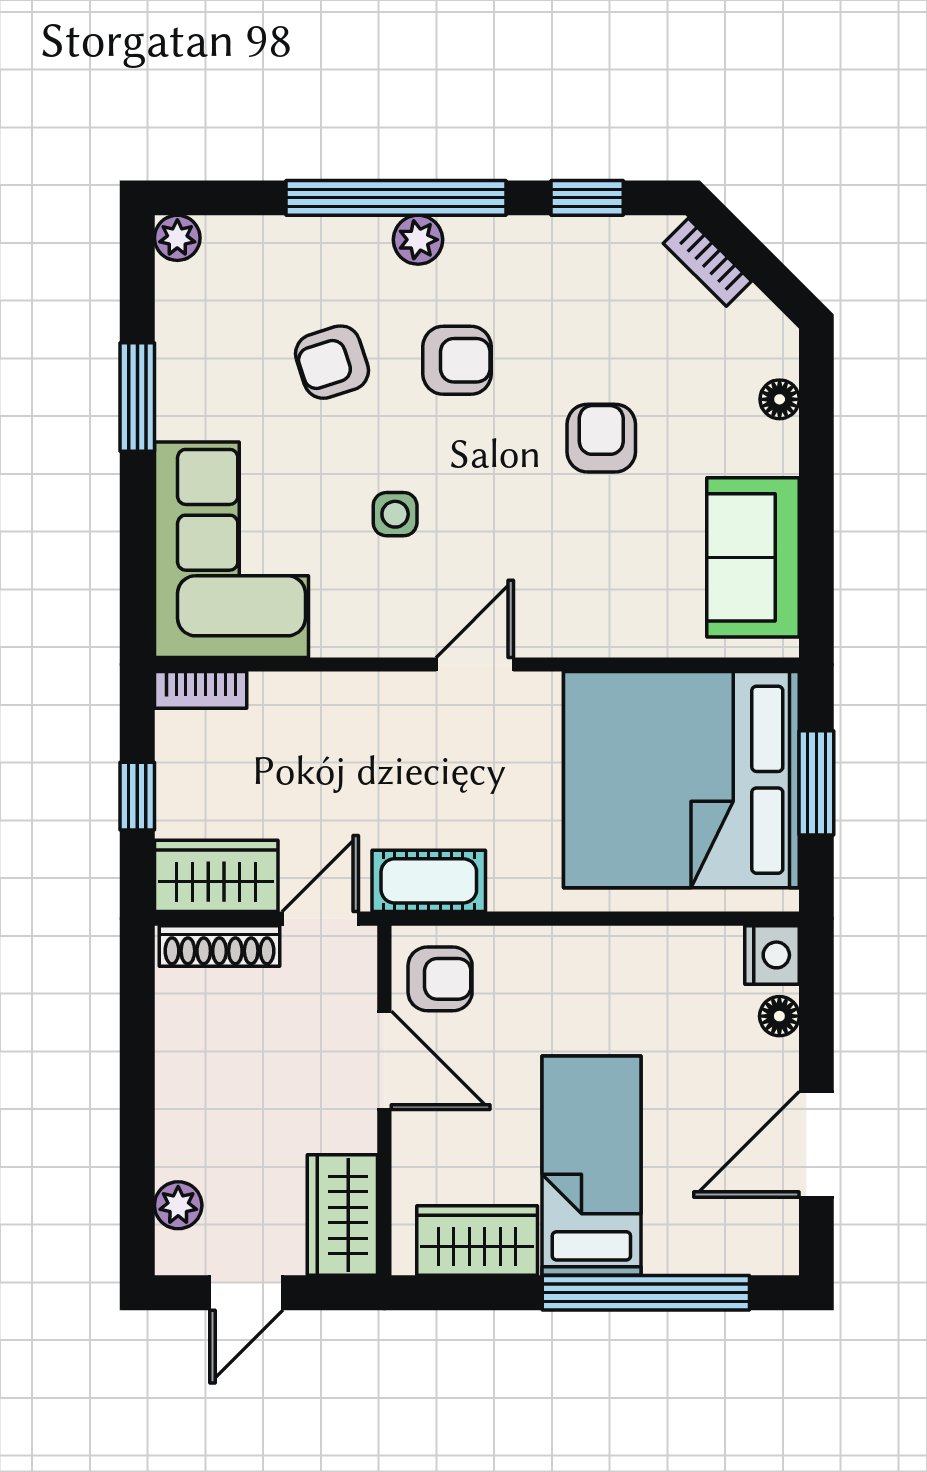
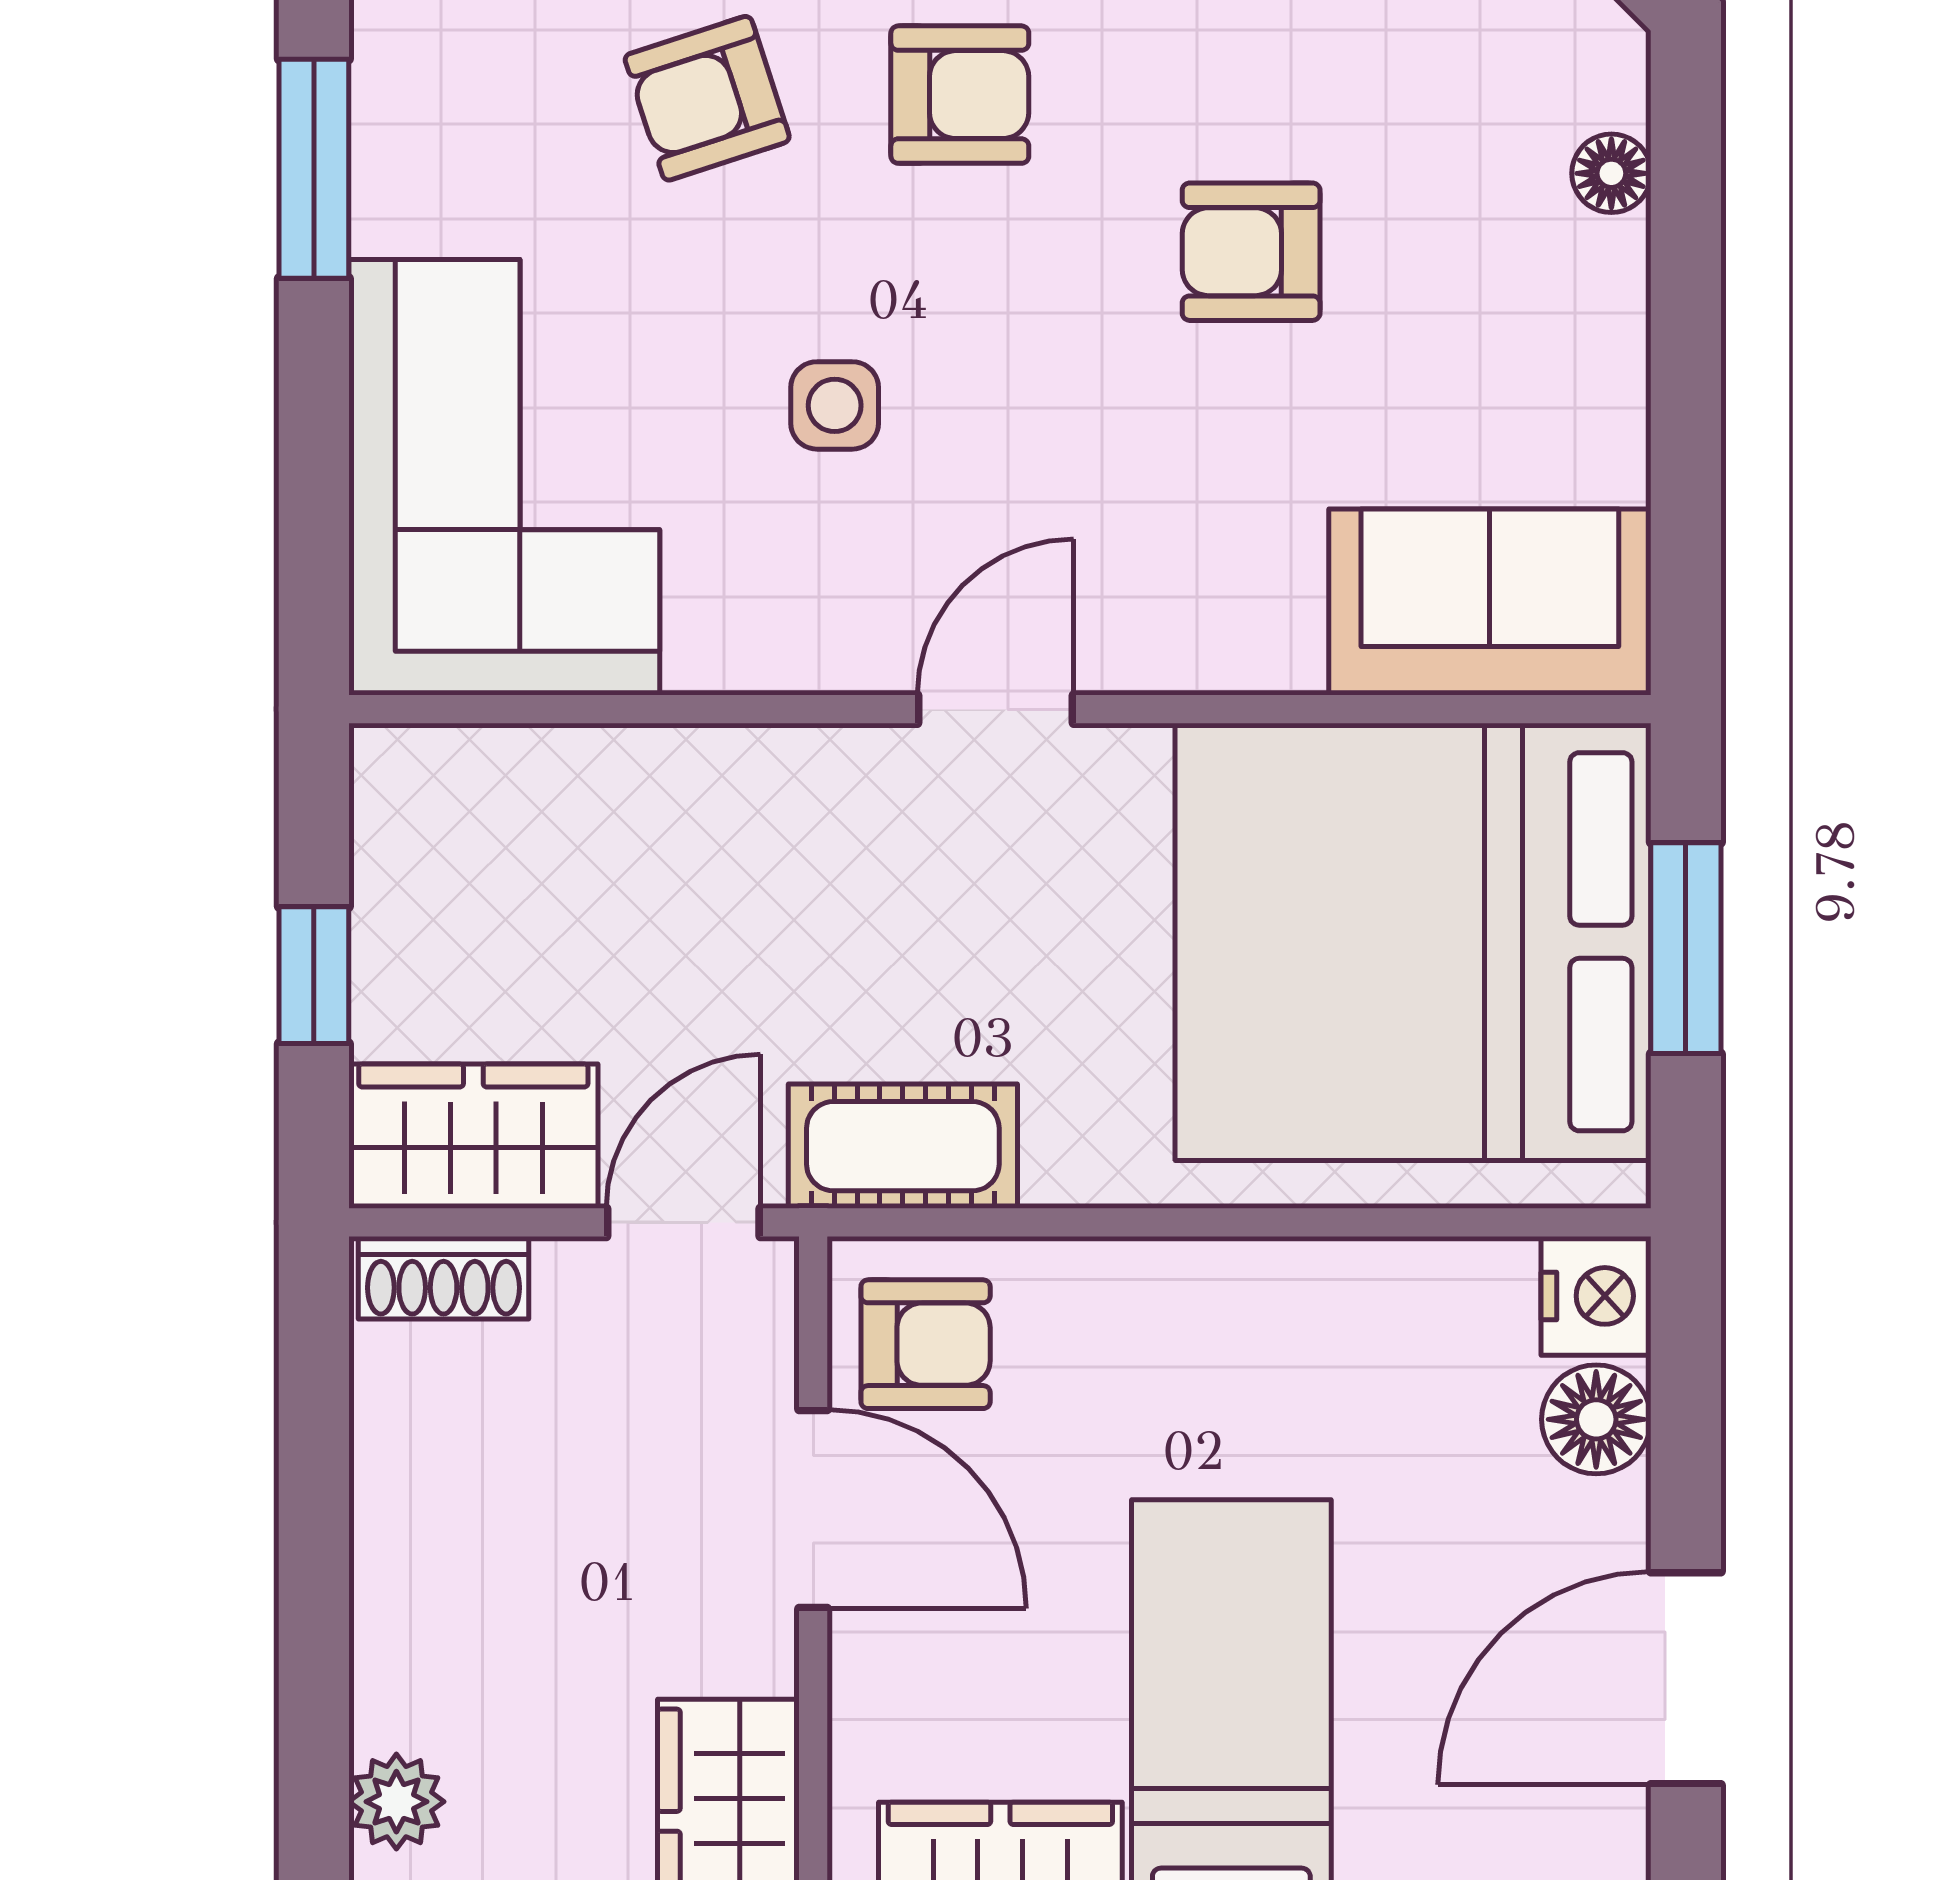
armchair: (601, 438) -> (1251, 252), turned -90
sofa: (753, 557) -> (1490, 602), moved, turned 90
bookcase: (201, 690) -> (442, 760), removed
shoe rack: (220, 946) -> (444, 1278), width x0.70
floor lamp: (779, 1016) -> (1596, 1419), width x1.37, depth x1.37

